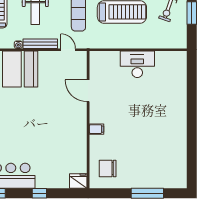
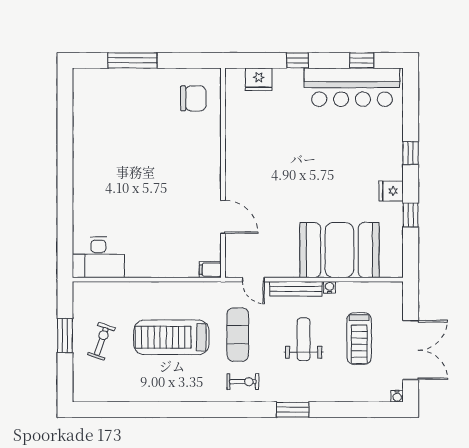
desk: (137, 64) -> (98, 257), moved
filing cabinet: (96, 129) -> (210, 270), moved
fridge: (78, 181) -> (259, 79), moved

